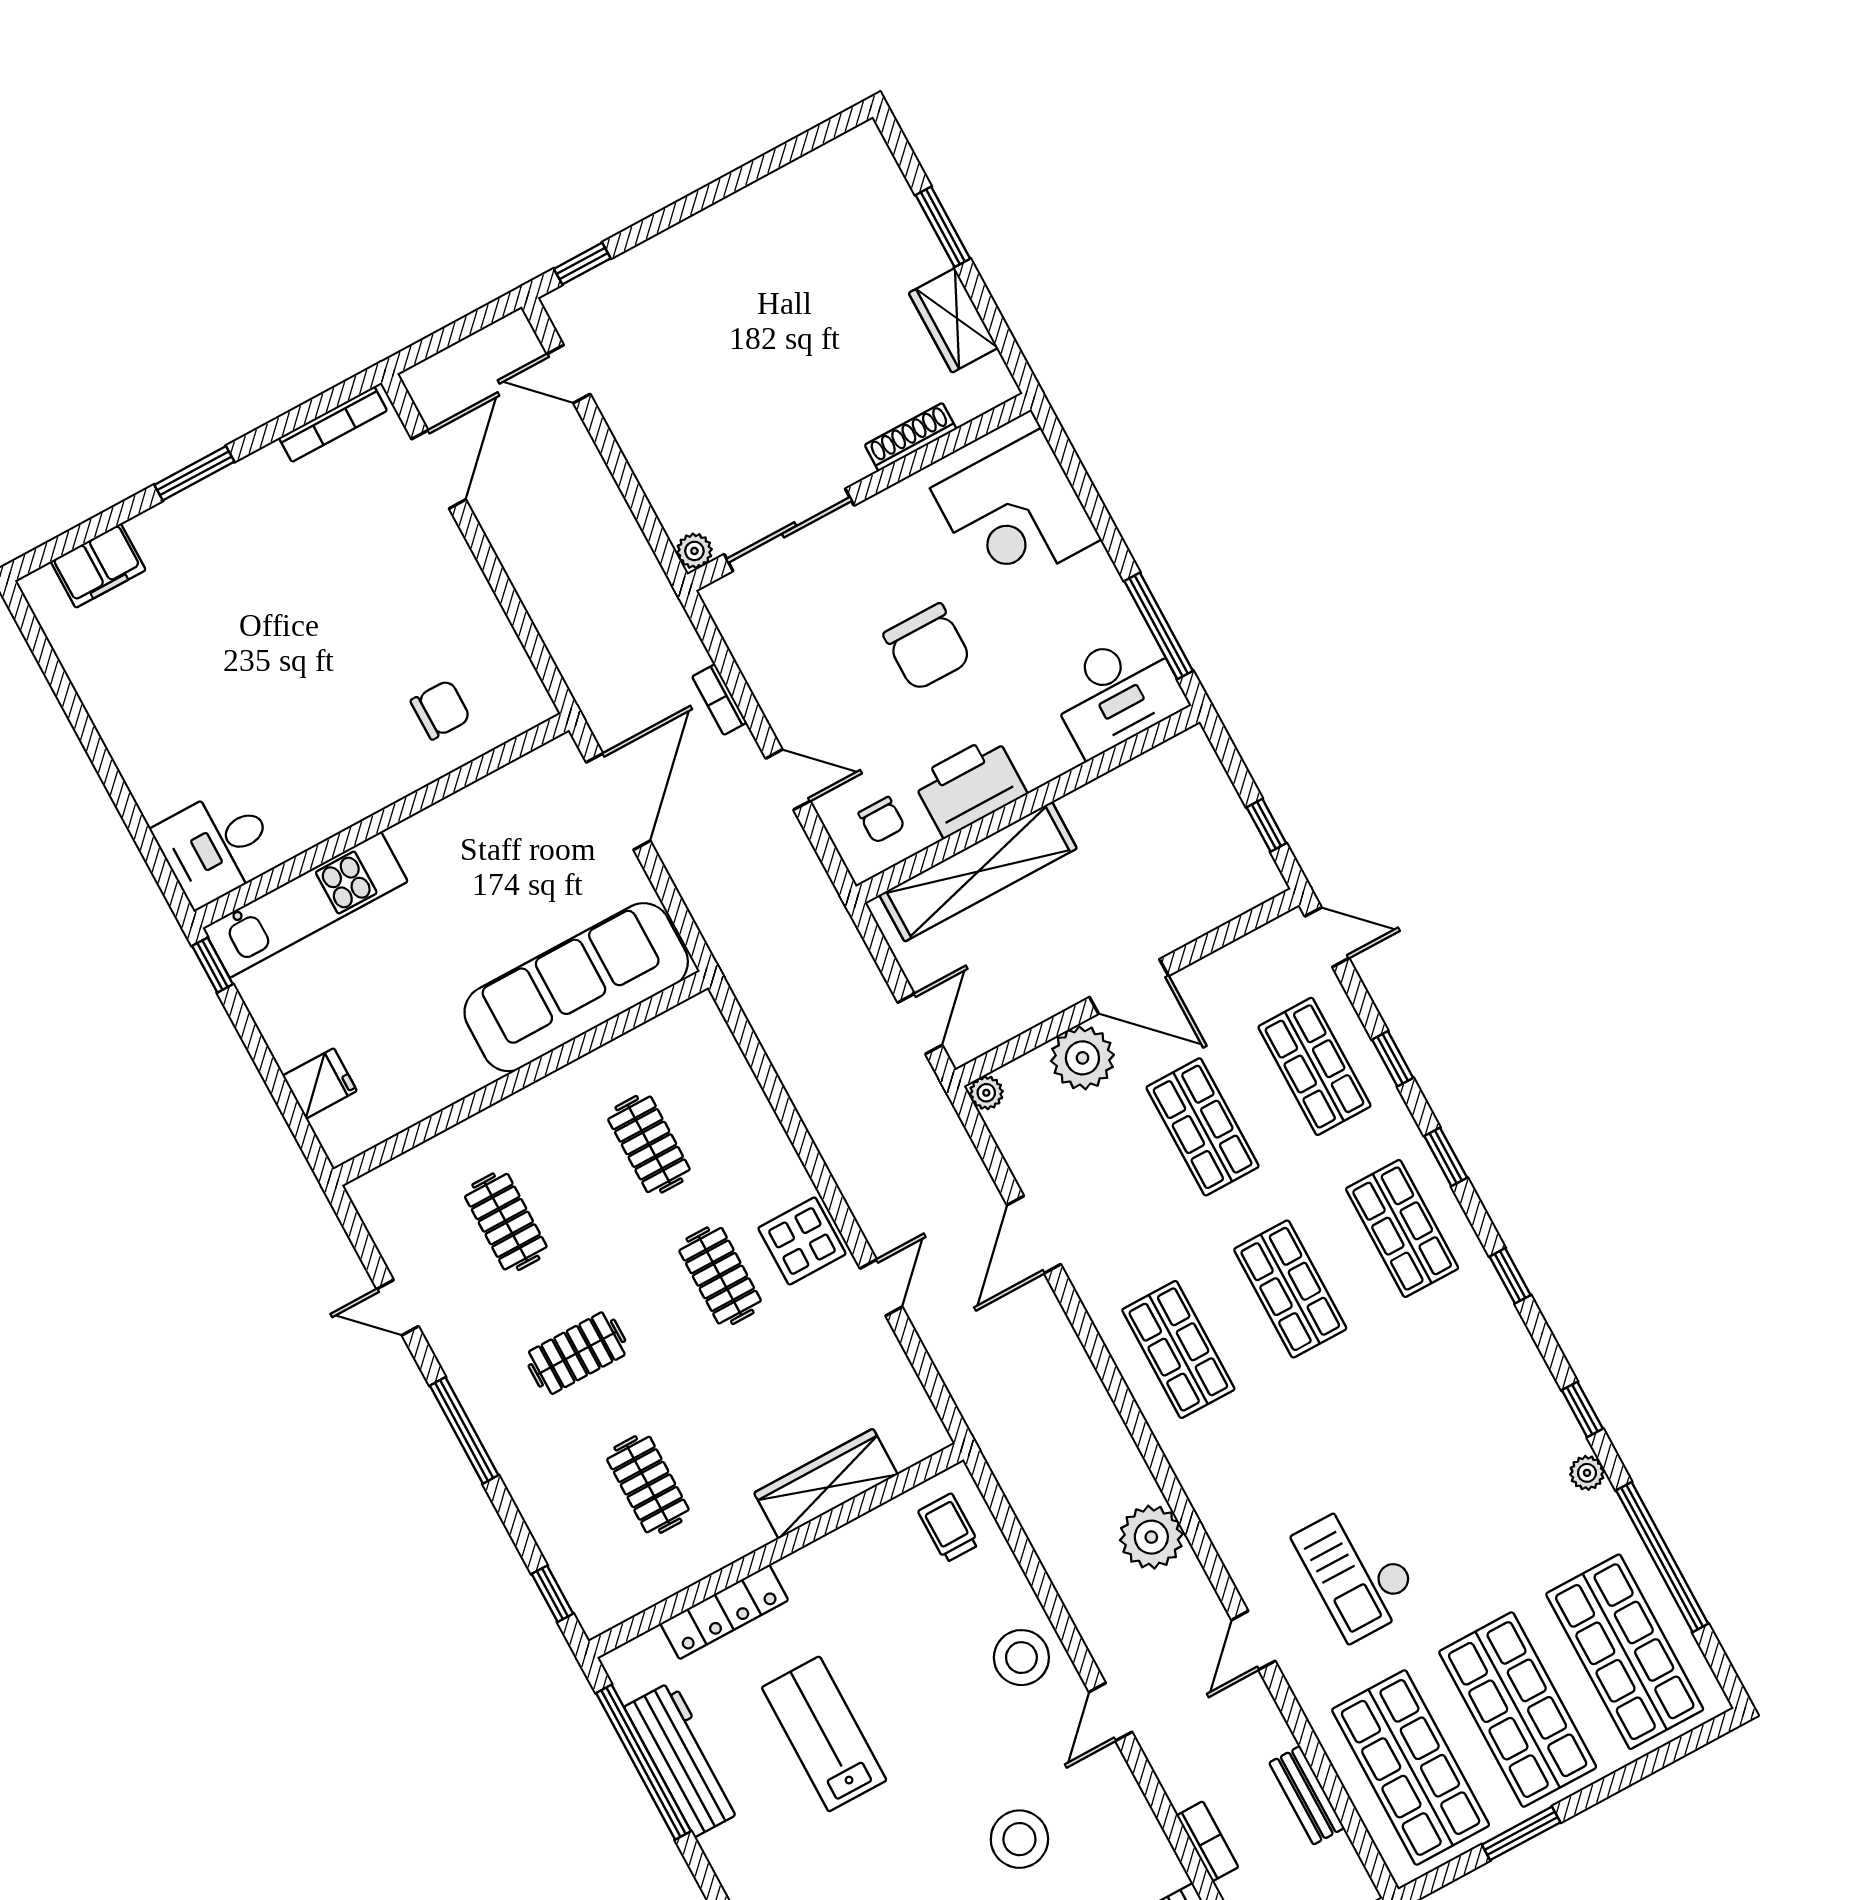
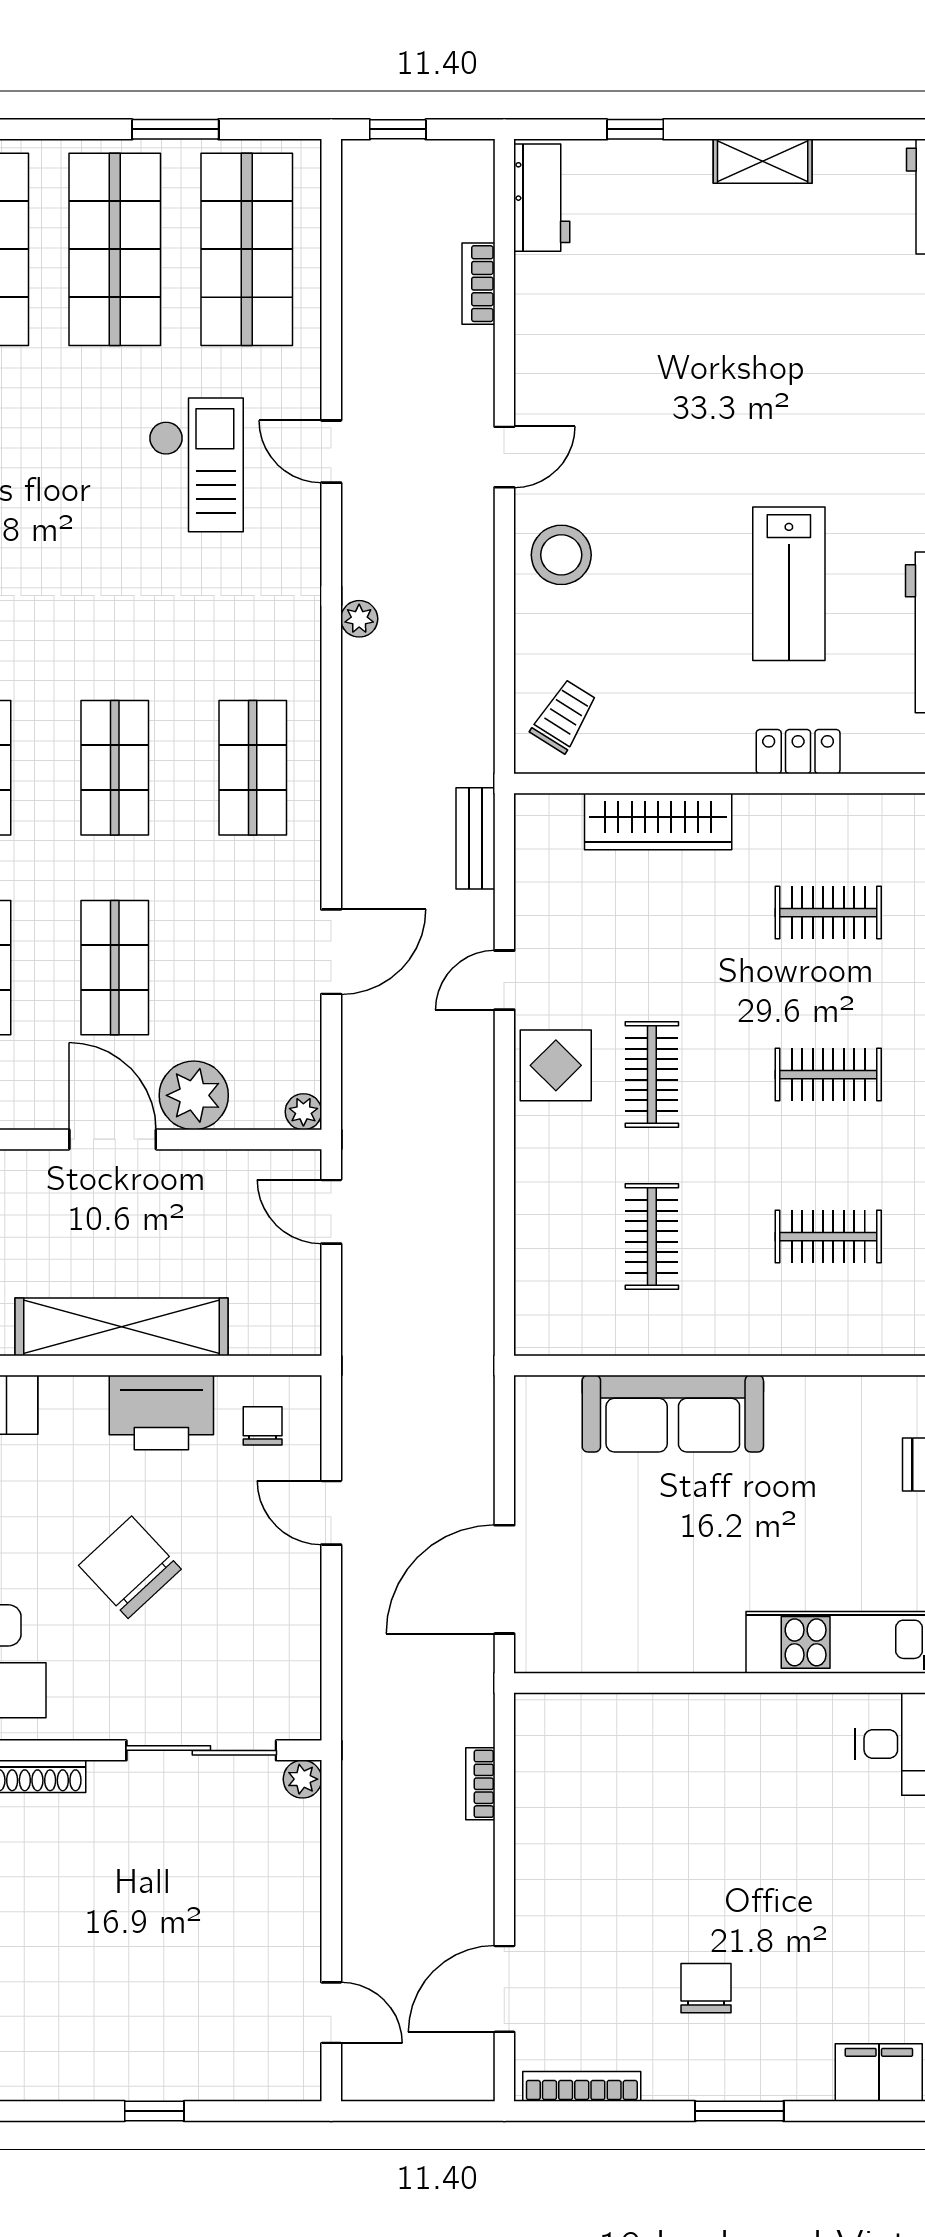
window: (582, 264) -> (154, 2111), moved
chair: (927, 647) -> (130, 1567), turned -43
bookcase: (719, 700) -> (480, 1784), moved, turned 180
chair: (441, 710) -> (706, 1988), moved, turned 90
shelving: (978, 872) -> (121, 1327), moved
sofa: (576, 987) -> (673, 1414), width x0.74, depth x0.79
door: (920, 1024) -> (331, 1212), hinge flipped
clothes rail: (506, 1222) -> (828, 1237), turned 90
clothes rail: (648, 1485) -> (828, 913), turned 90
trolley: (949, 1528) -> (564, 716), turned -148
plant: (1151, 1537) -> (359, 619), width x0.53, depth x0.53
locker: (724, 1612) -> (798, 752), width x0.66
door: (1253, 1640) -> (331, 452), swing flipped
bench: (1307, 1795) -> (475, 838), moved
stool: (1019, 1839) -> (657, 383), removed

